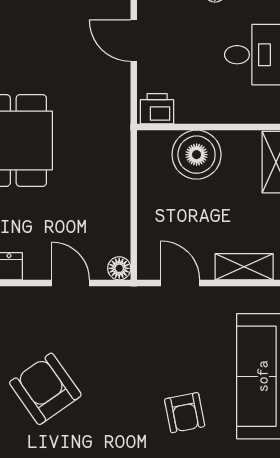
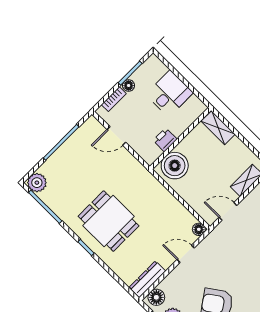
printer: (157, 109) -> (165, 140), moved
boiler: (197, 155) -> (175, 166), moved

